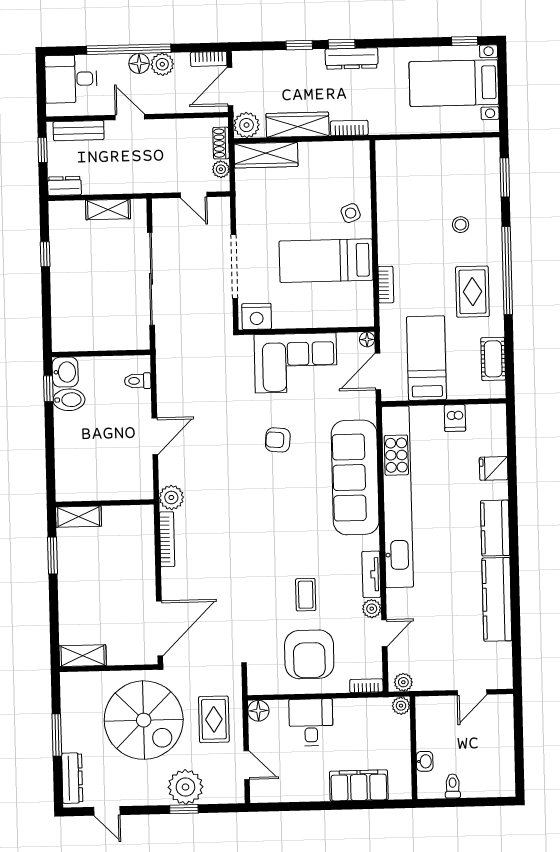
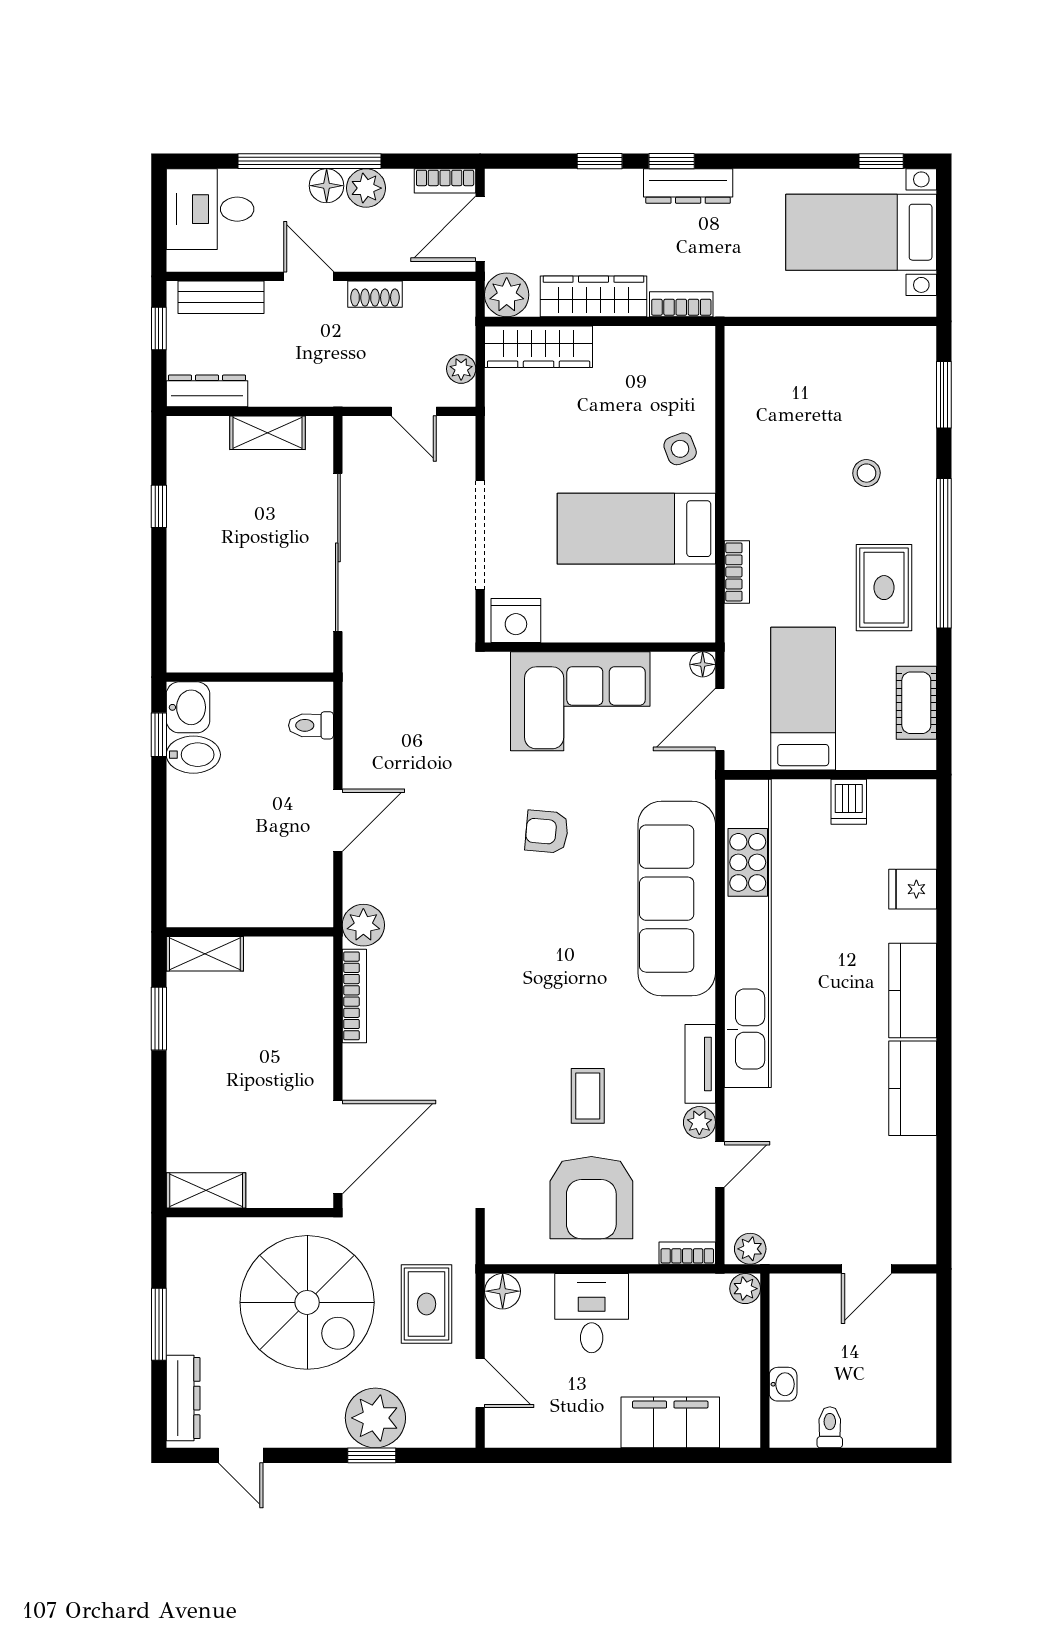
shoe rack: (221, 143) -> (375, 294), moved, turned -90
dresser: (64, 186) -> (207, 391), width x1.44
kitchen counter: (497, 599) -> (913, 1088), width x0.67

